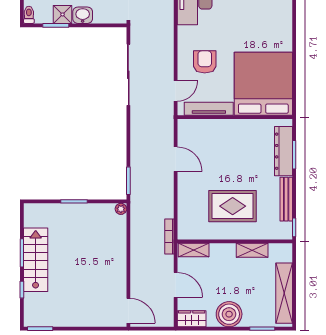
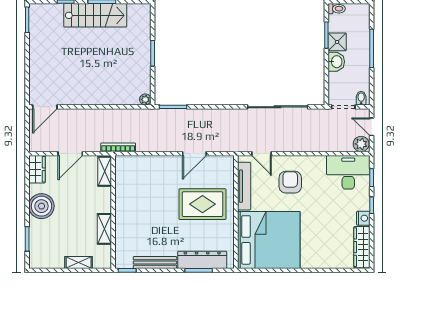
armchair: (205, 62) -> (290, 182), turned -90
rug: (233, 206) -> (202, 204), moved, turned 90
shelving: (284, 293) -> (79, 262), width x0.45, depth x0.75

